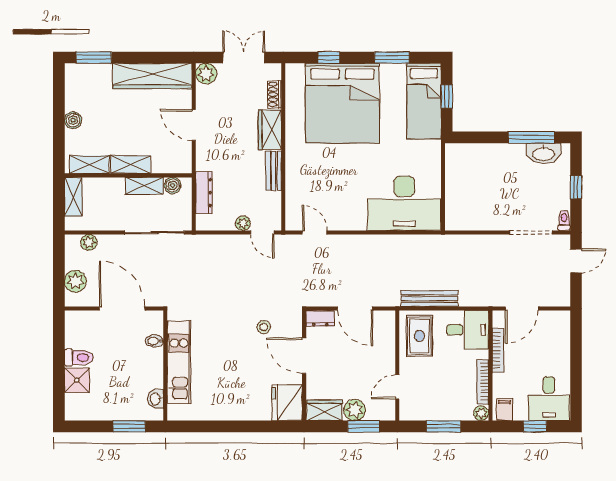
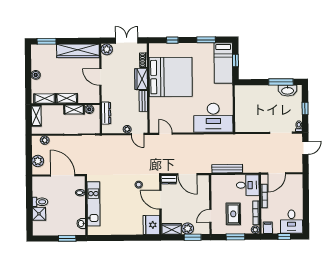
bed: (342, 103) -> (171, 77), moved, turned -90
rug: (419, 336) -> (233, 214), moved

